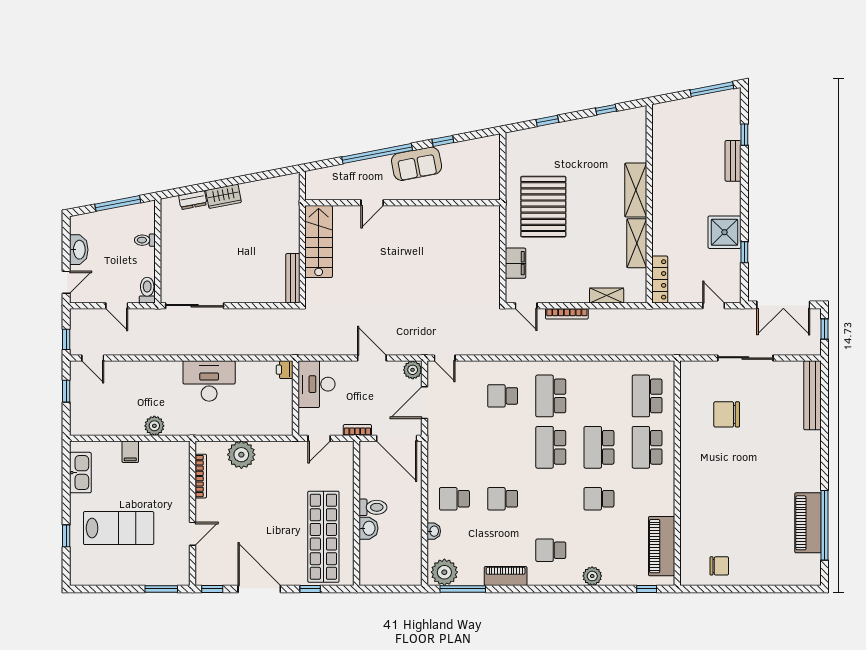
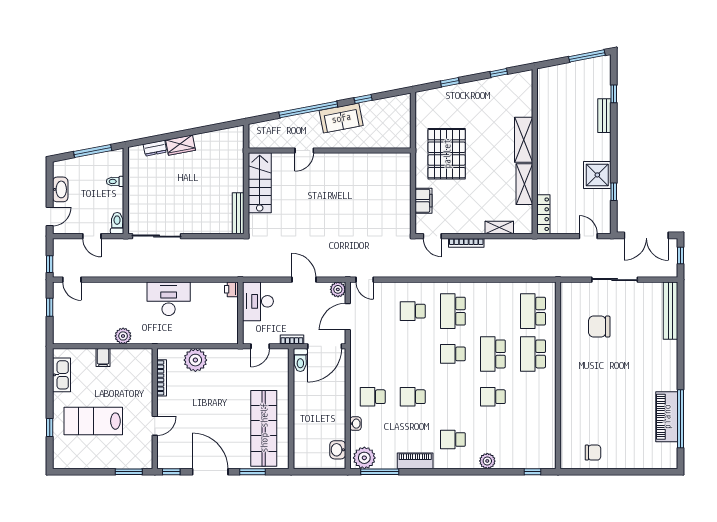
door: (397, 438) -> (325, 346), hinge flipped
school desk: (551, 447) -> (453, 354), width x0.54
toilet: (373, 507) -> (300, 360), moved, turned 90
lab bench: (119, 528) -> (93, 421), turned 180
washbasin: (368, 528) -> (338, 450), moved, turned 180
piano: (662, 546) -> (545, 436), removed
window: (310, 589) -> (253, 472), width x1.50

